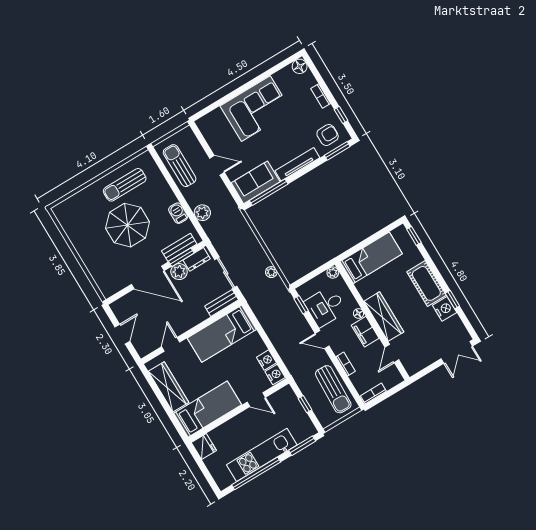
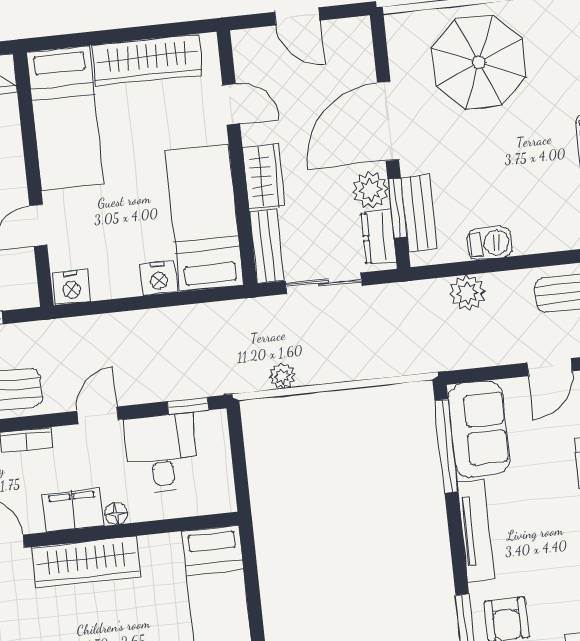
parasol: (128, 225) -> (479, 62), moved
plant: (333, 273) -> (223, 500), removed
wardrobe: (194, 317) -> (264, 176), added
nightstand: (267, 360) -> (159, 278), moved

